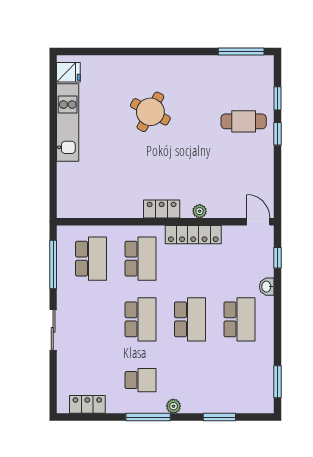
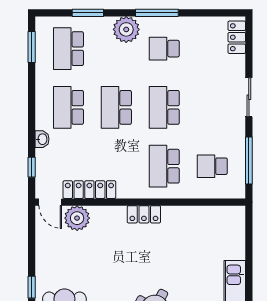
plant: (200, 211) -> (77, 218), moved, width x1.88, depth x1.88
locker: (193, 235) -> (89, 190), moved
school desk: (91, 259) -> (212, 166), width x0.54
school desk: (240, 380) -> (68, 49), added
locker: (87, 404) -> (237, 37), moved, turned 90
plant: (173, 406) -> (126, 29), width x1.87, depth x1.87

